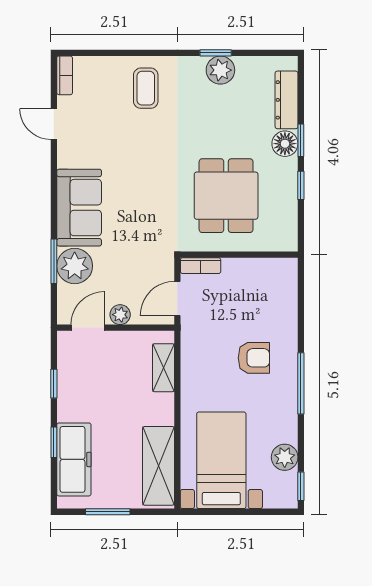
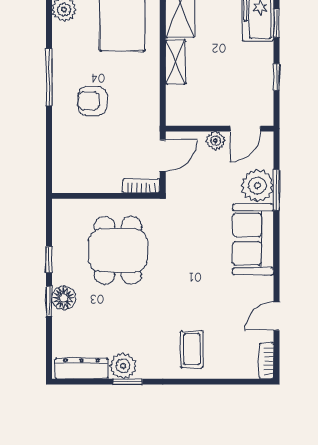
dresser: (287, 100) -> (82, 368), moved, turned -90
door: (54, 124) -> (277, 316), swing flipped
shelving: (163, 368) -> (176, 62), moved

